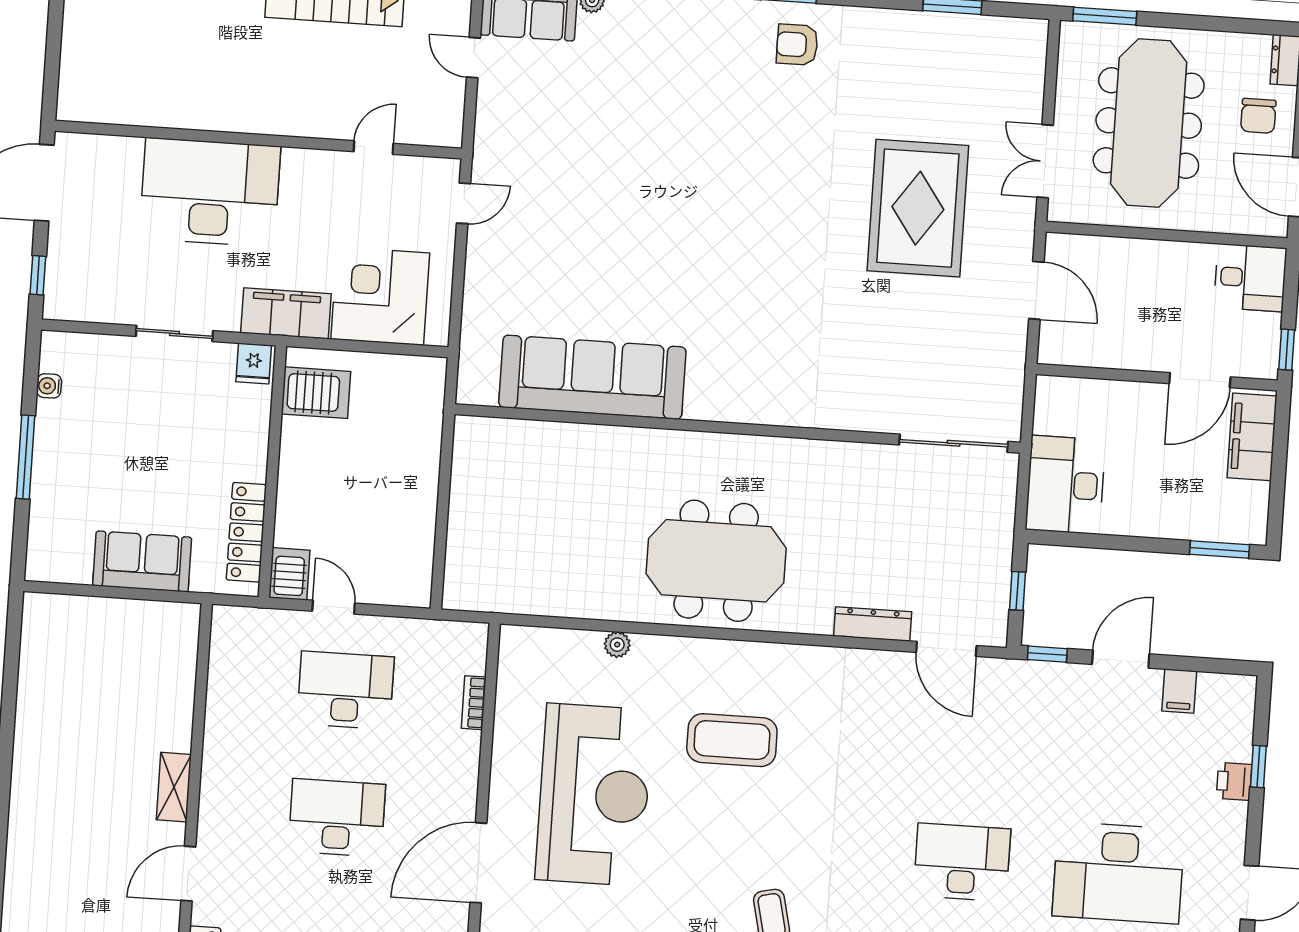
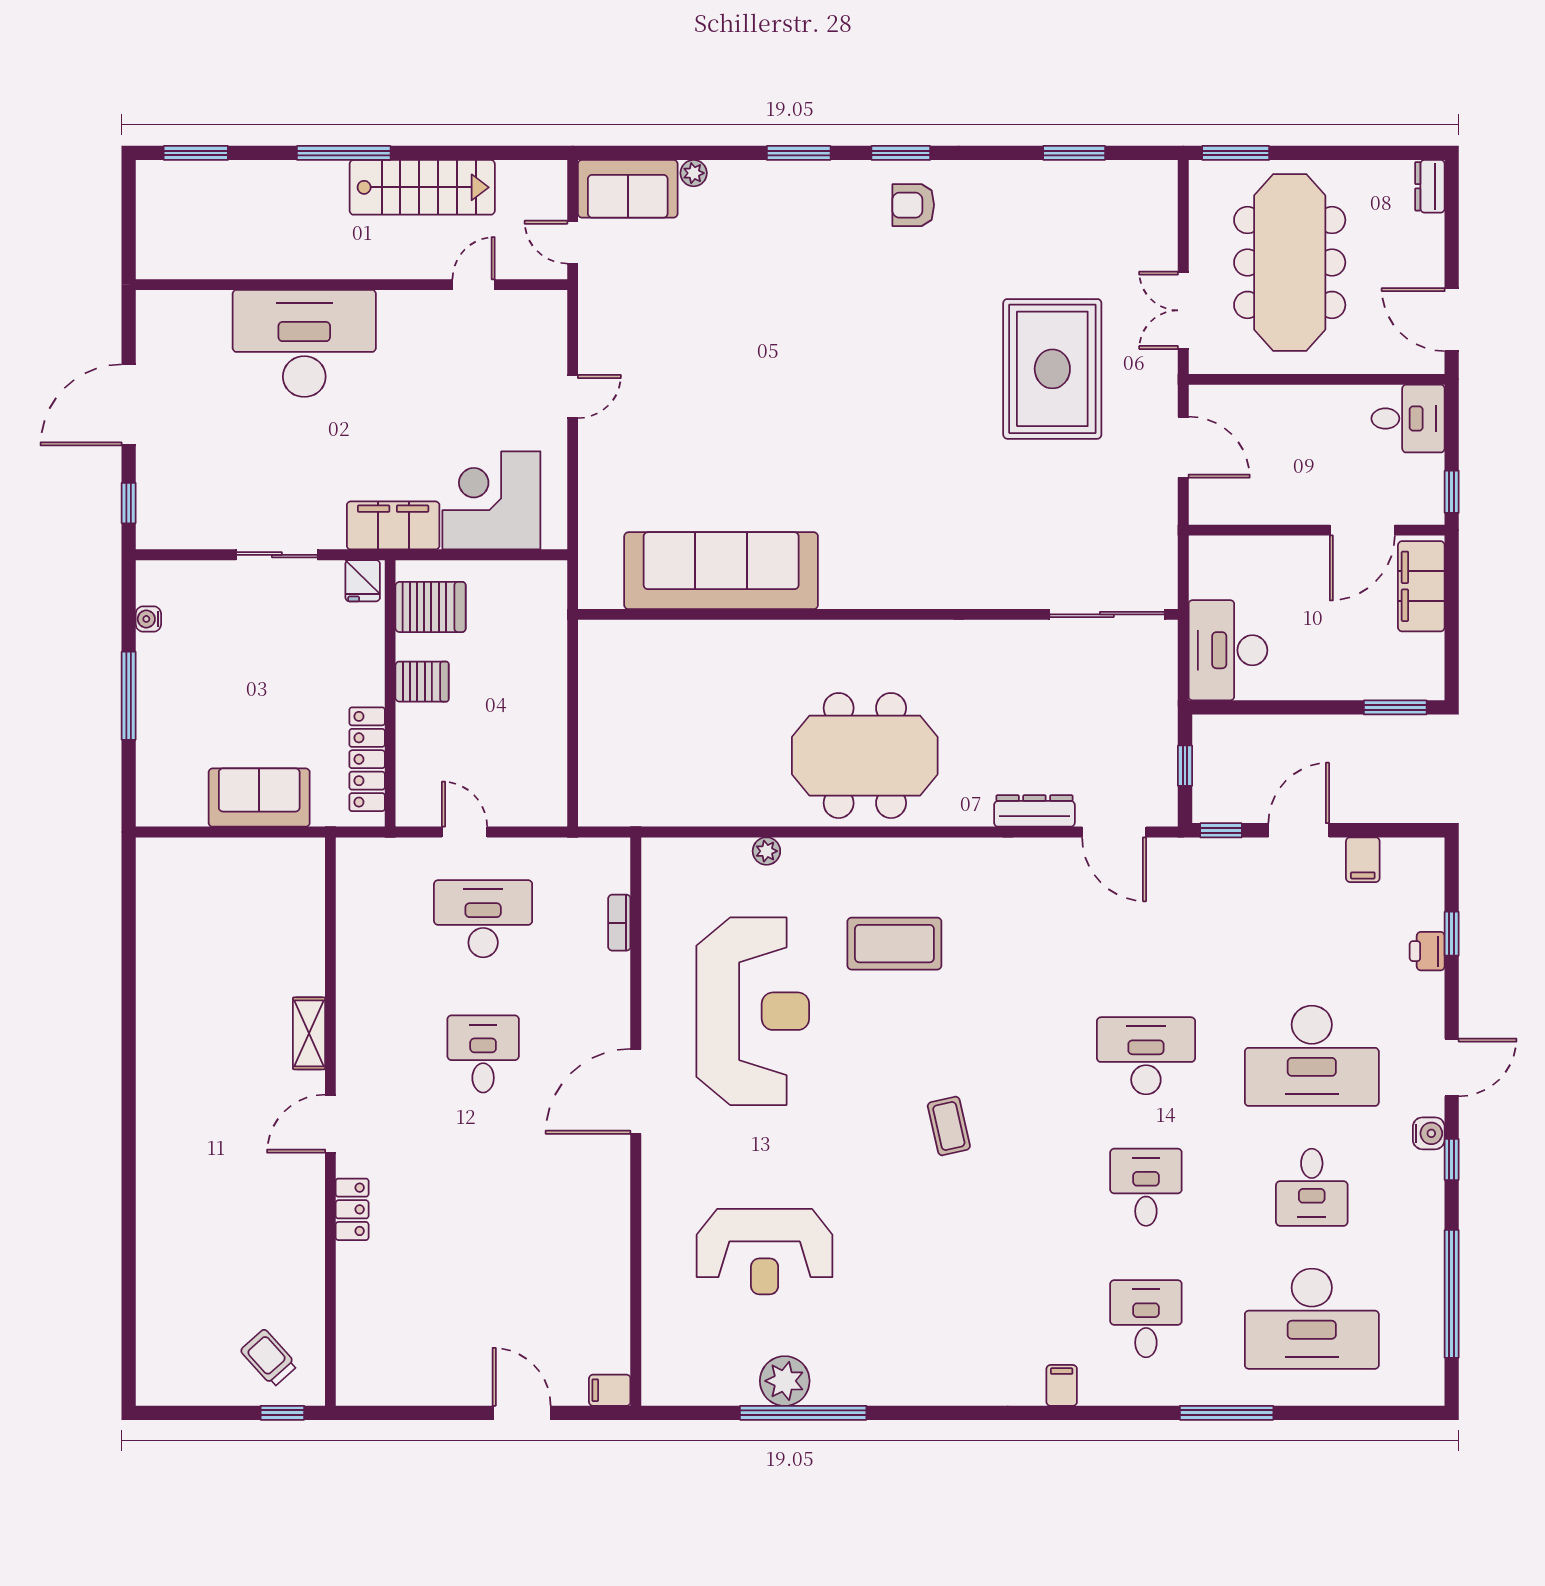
chair: (1258, 116) -> (1405, 247), removed
wall: (258, 140) -> (351, 285), moved
door: (373, 148) -> (474, 285), moved
desk: (210, 192) -> (304, 343), moved
server rack: (289, 574) -> (422, 682), moved, turned 90
desk: (337, 818) -> (483, 1054), width x0.73

